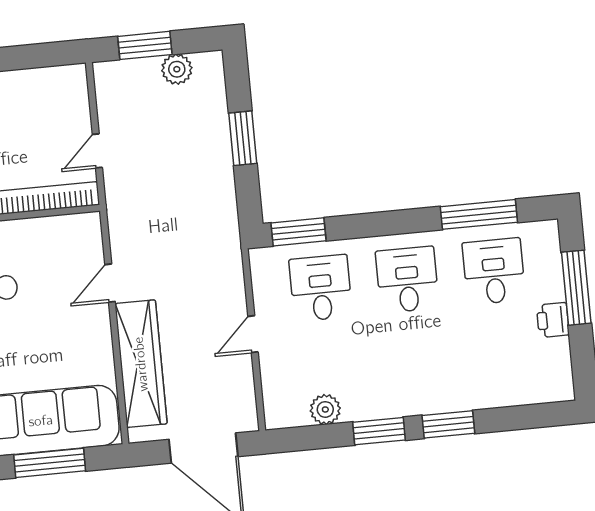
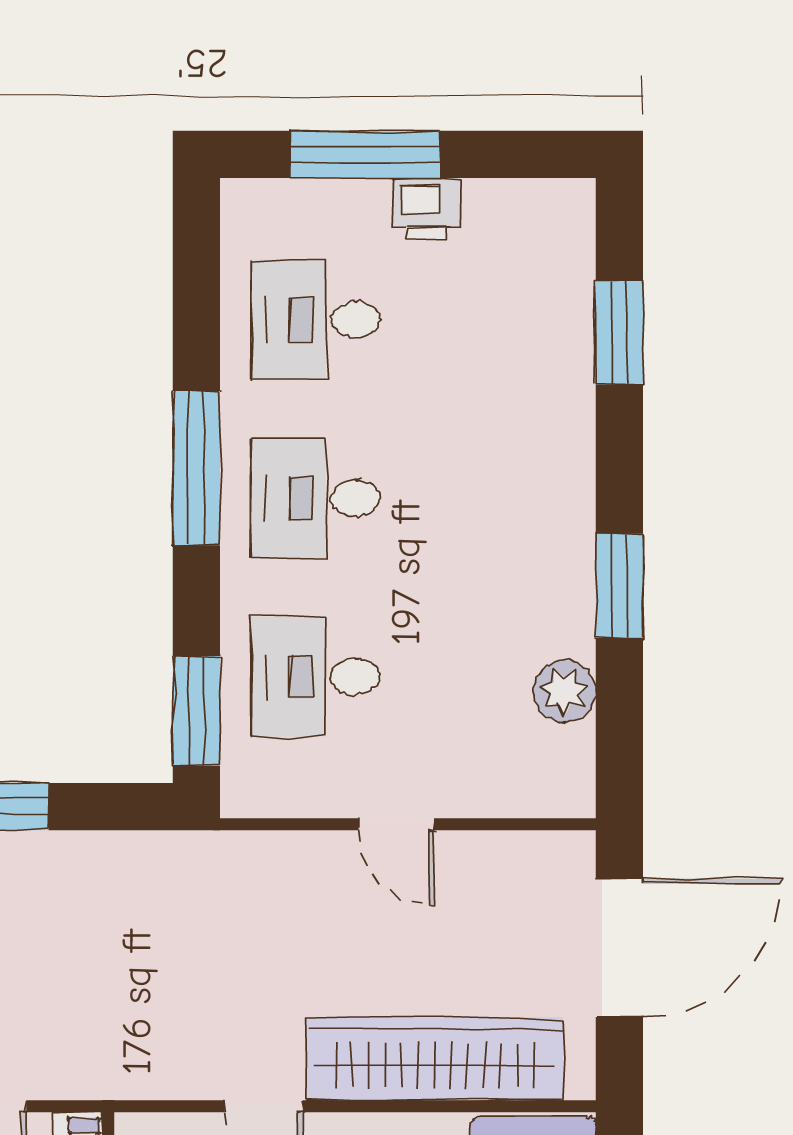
window: (479, 214) -> (196, 468), moved
window: (448, 424) -> (619, 333), moved

